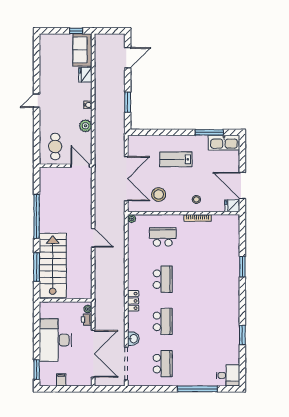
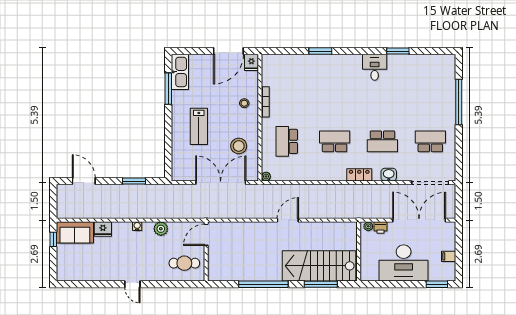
school desk: (163, 321) -> (382, 141), turned 180
washbasin: (133, 339) -> (389, 175), moved
desk: (228, 375) -> (375, 67), moved

